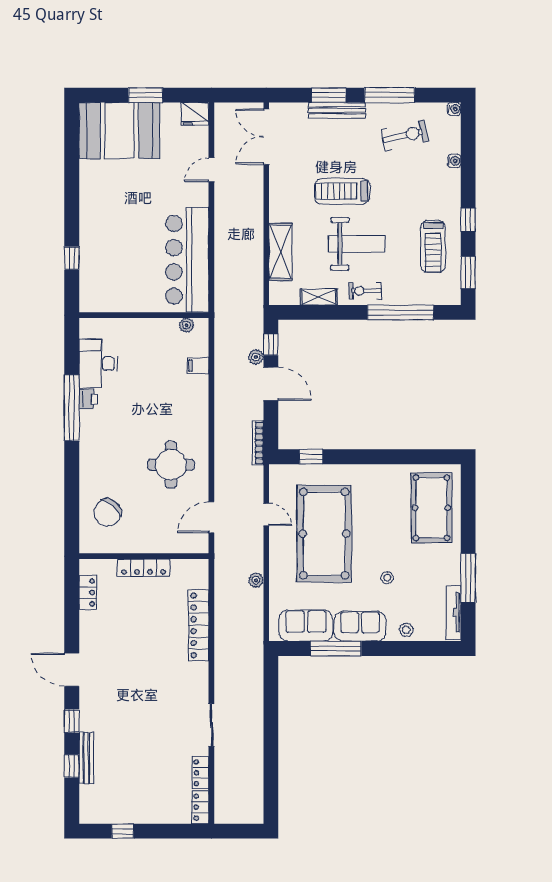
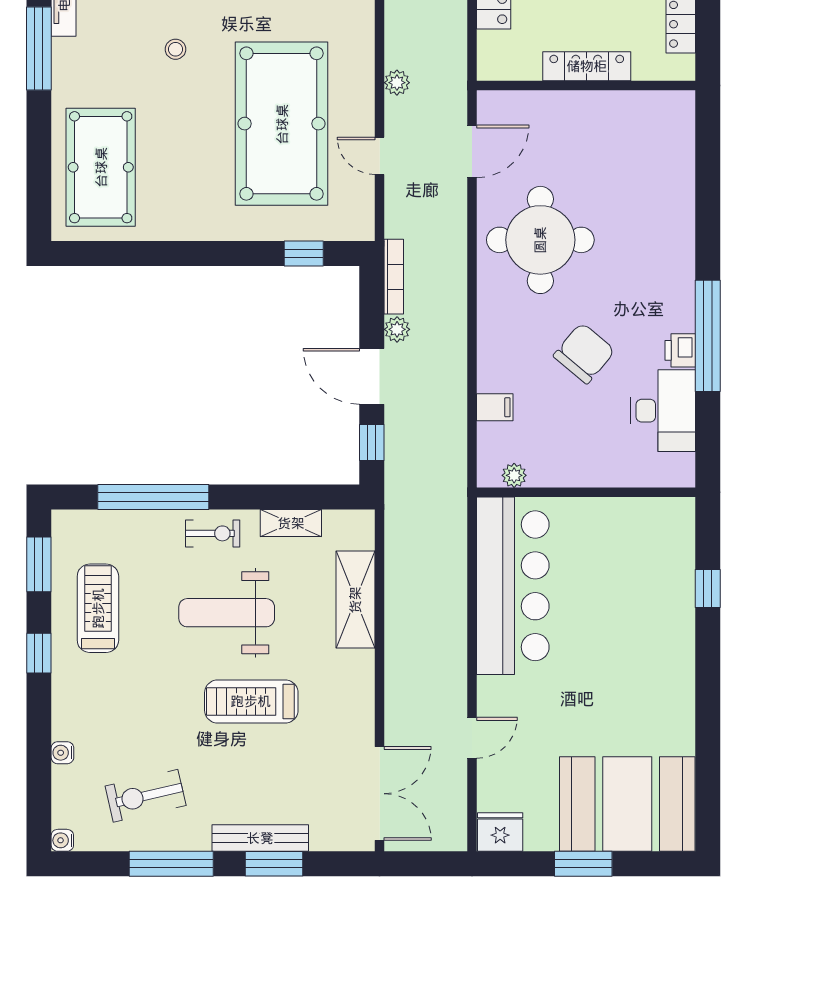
treadmill: (342, 191) -> (251, 701), turned 180
plant: (256, 357) -> (397, 329), moved
round table: (171, 465) -> (540, 240), width x1.36, depth x1.36
chair: (107, 513) -> (584, 353), moved
plant: (256, 580) -> (397, 83), moved

